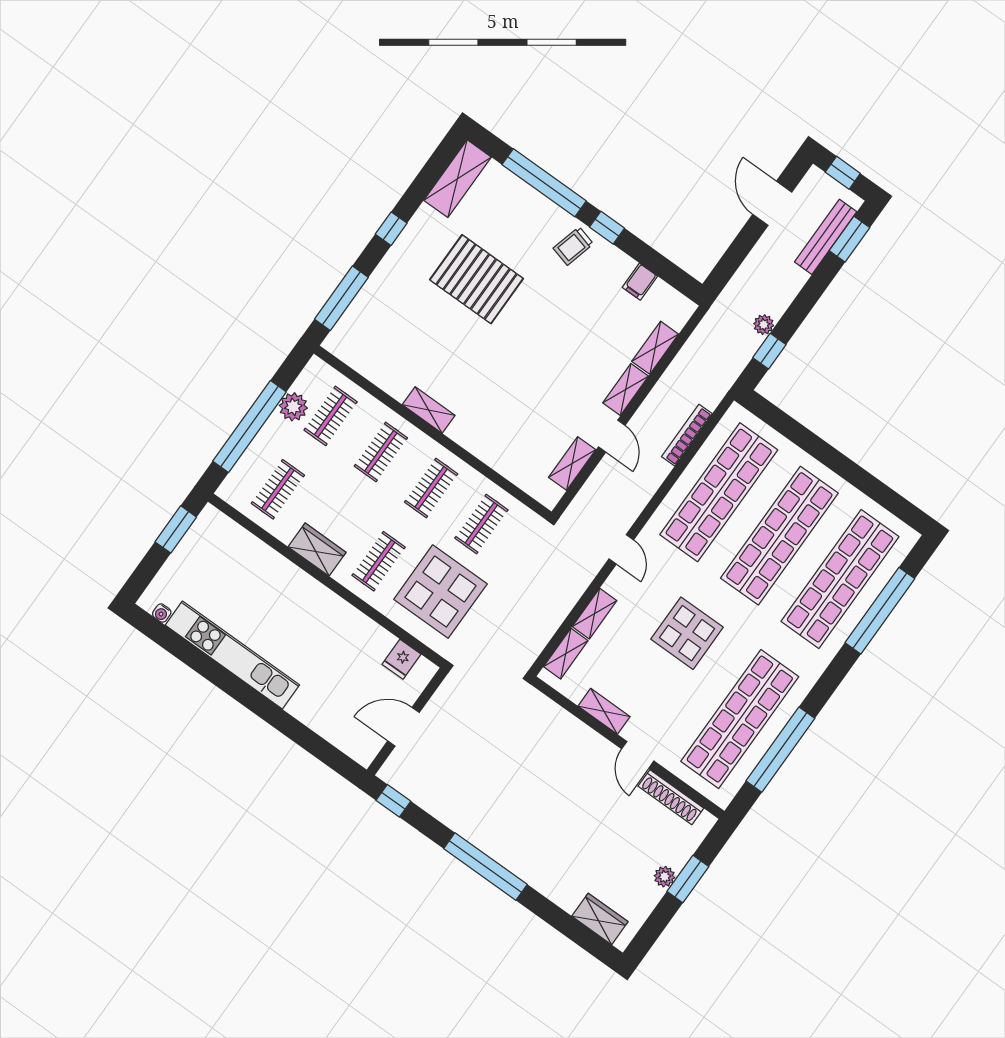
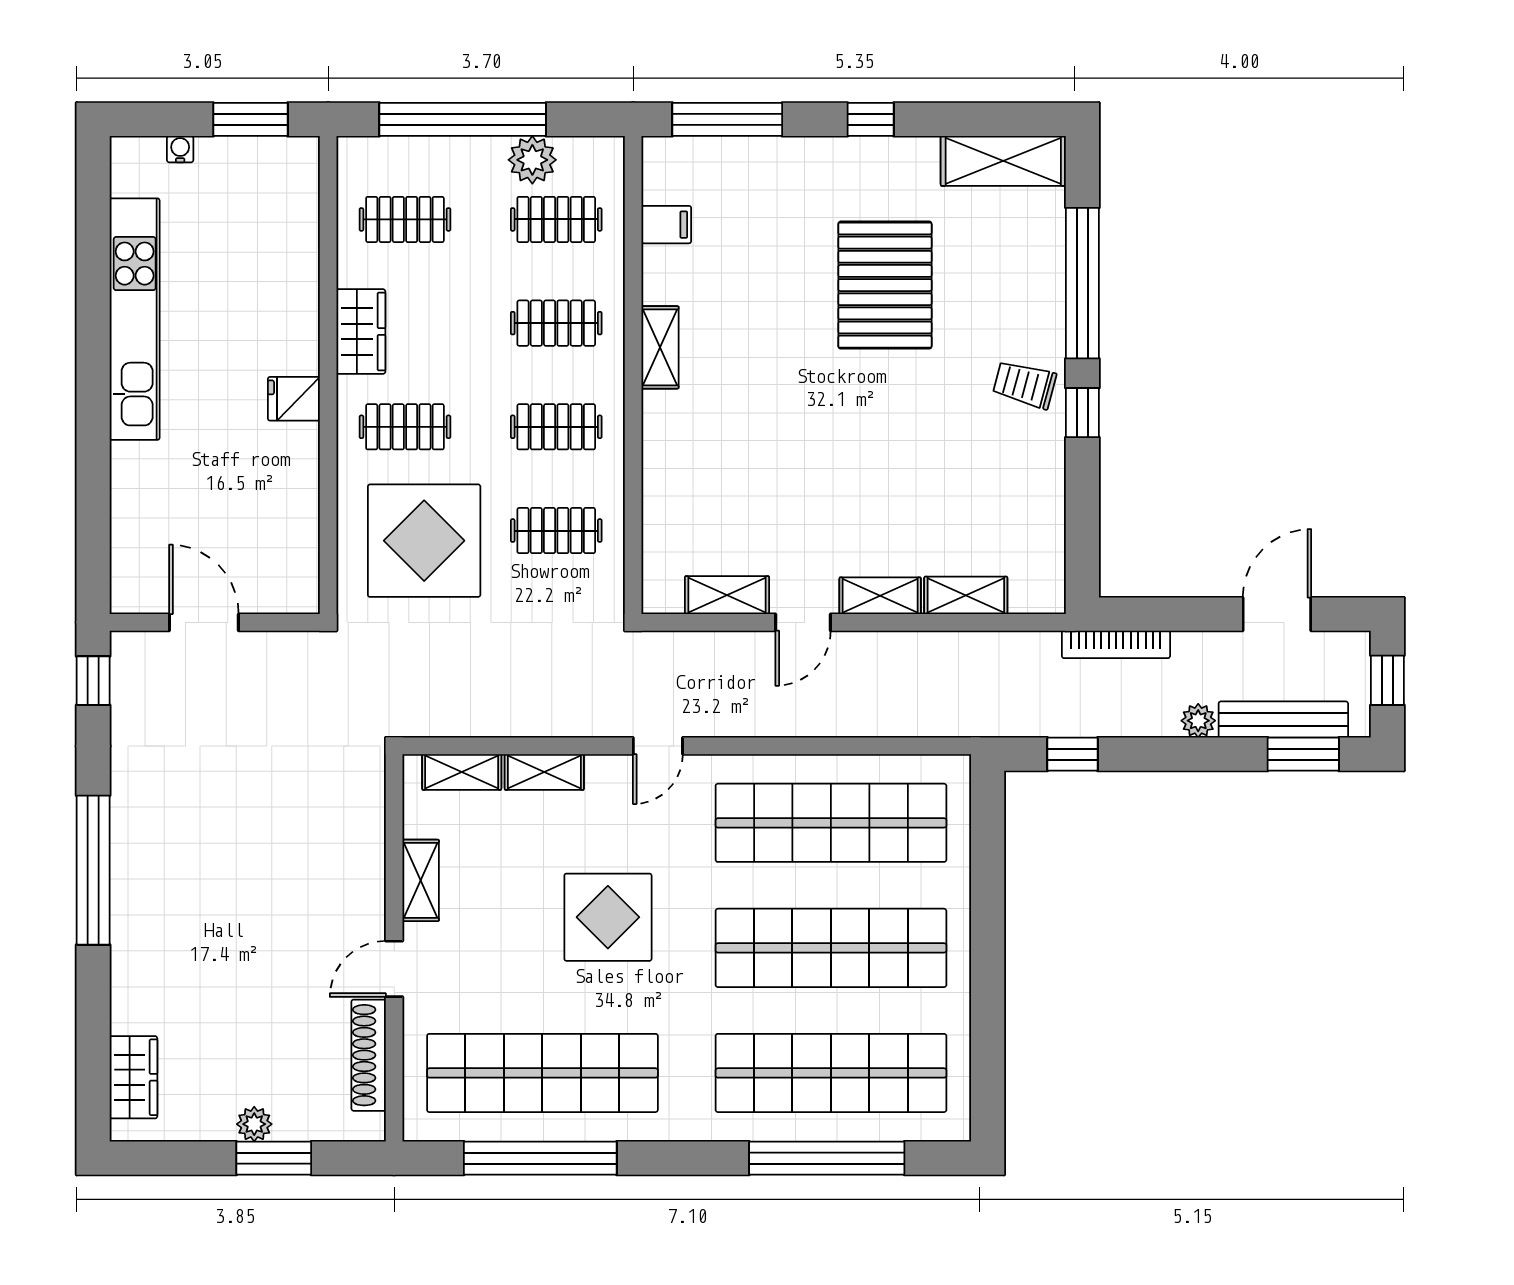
filing cabinet: (640, 282) -> (666, 225), moved, turned 180
plant: (764, 325) -> (1198, 721), moved
bookcase: (687, 435) -> (1116, 644), moved, turned 180
water cooler: (162, 613) -> (180, 149), moved, turned 90
fridge: (401, 659) -> (294, 399), moved

